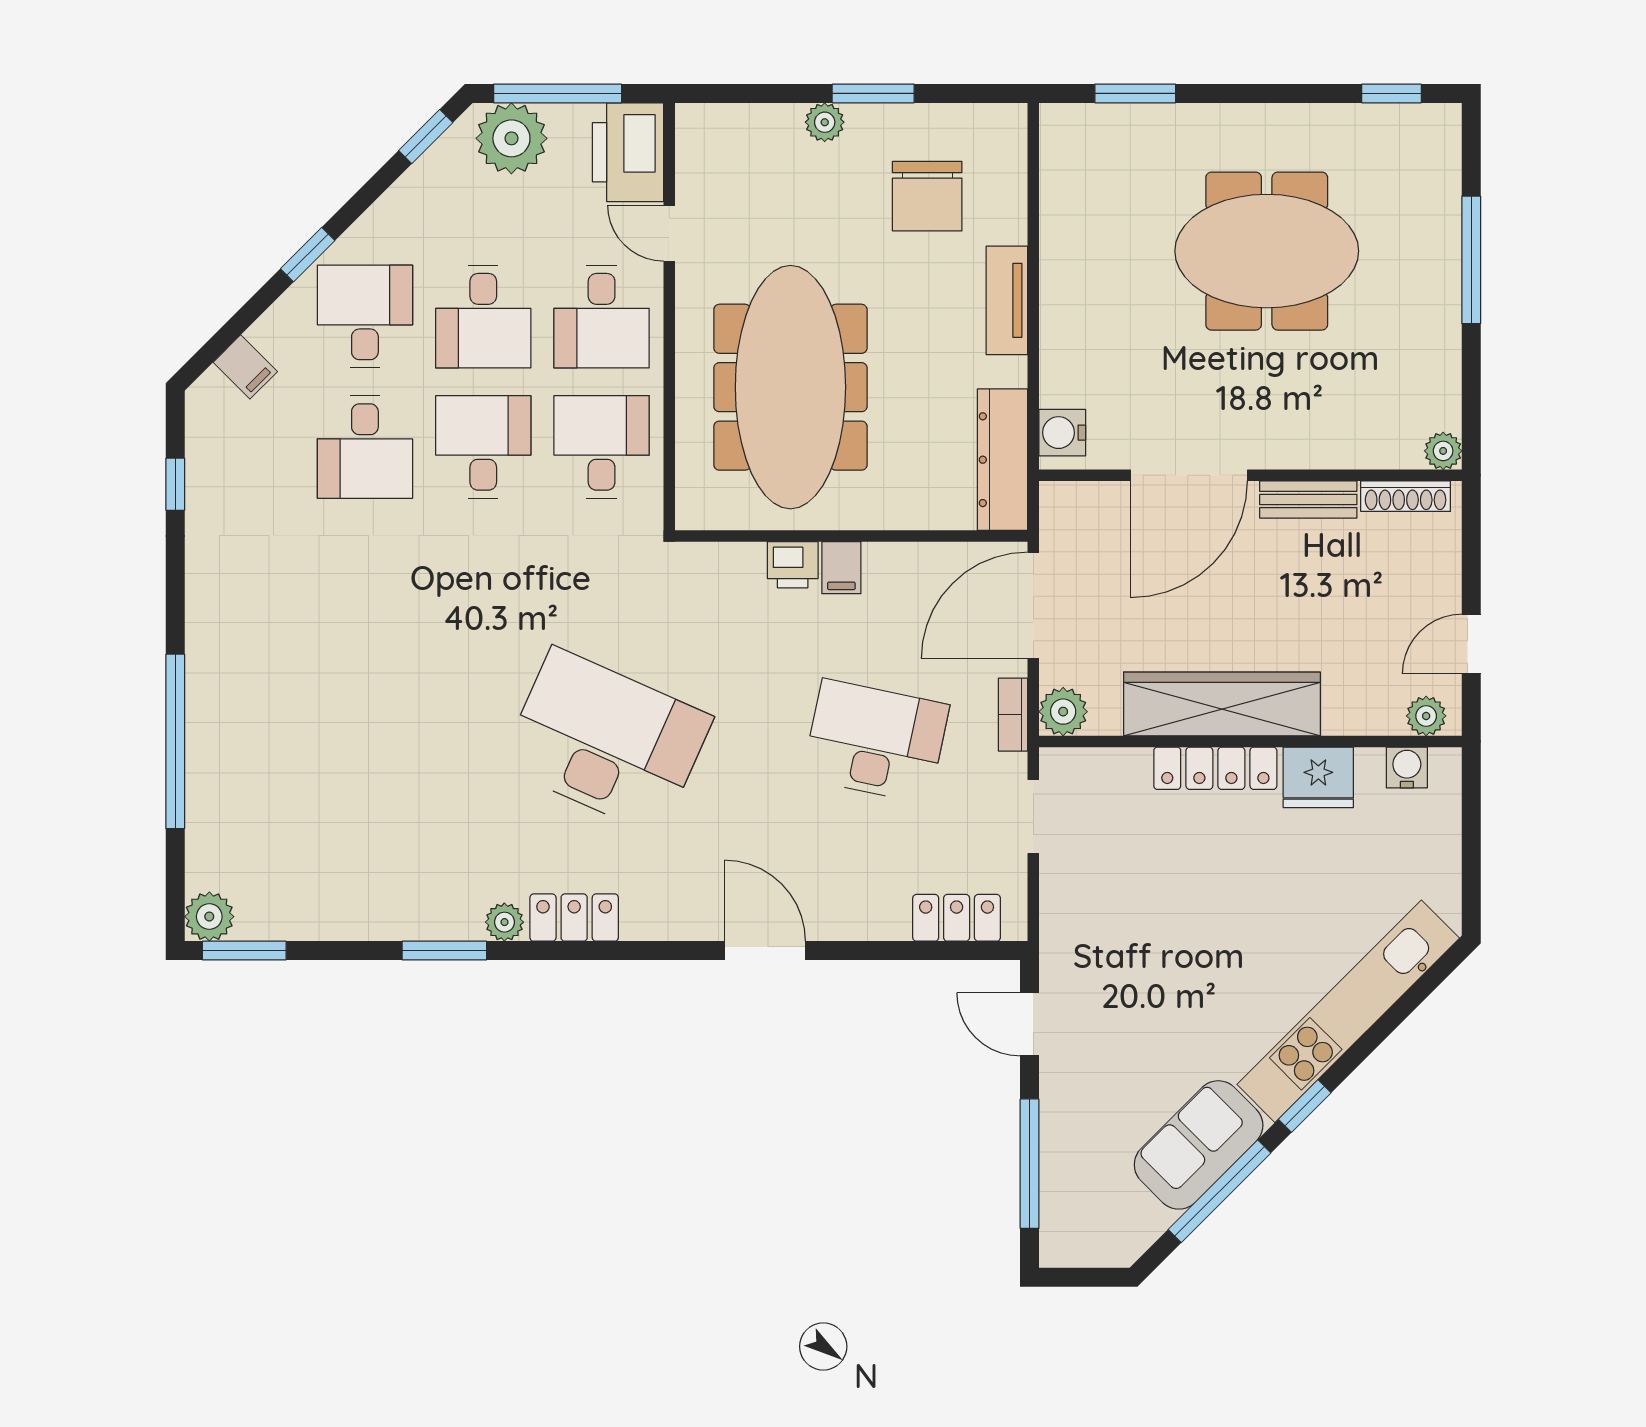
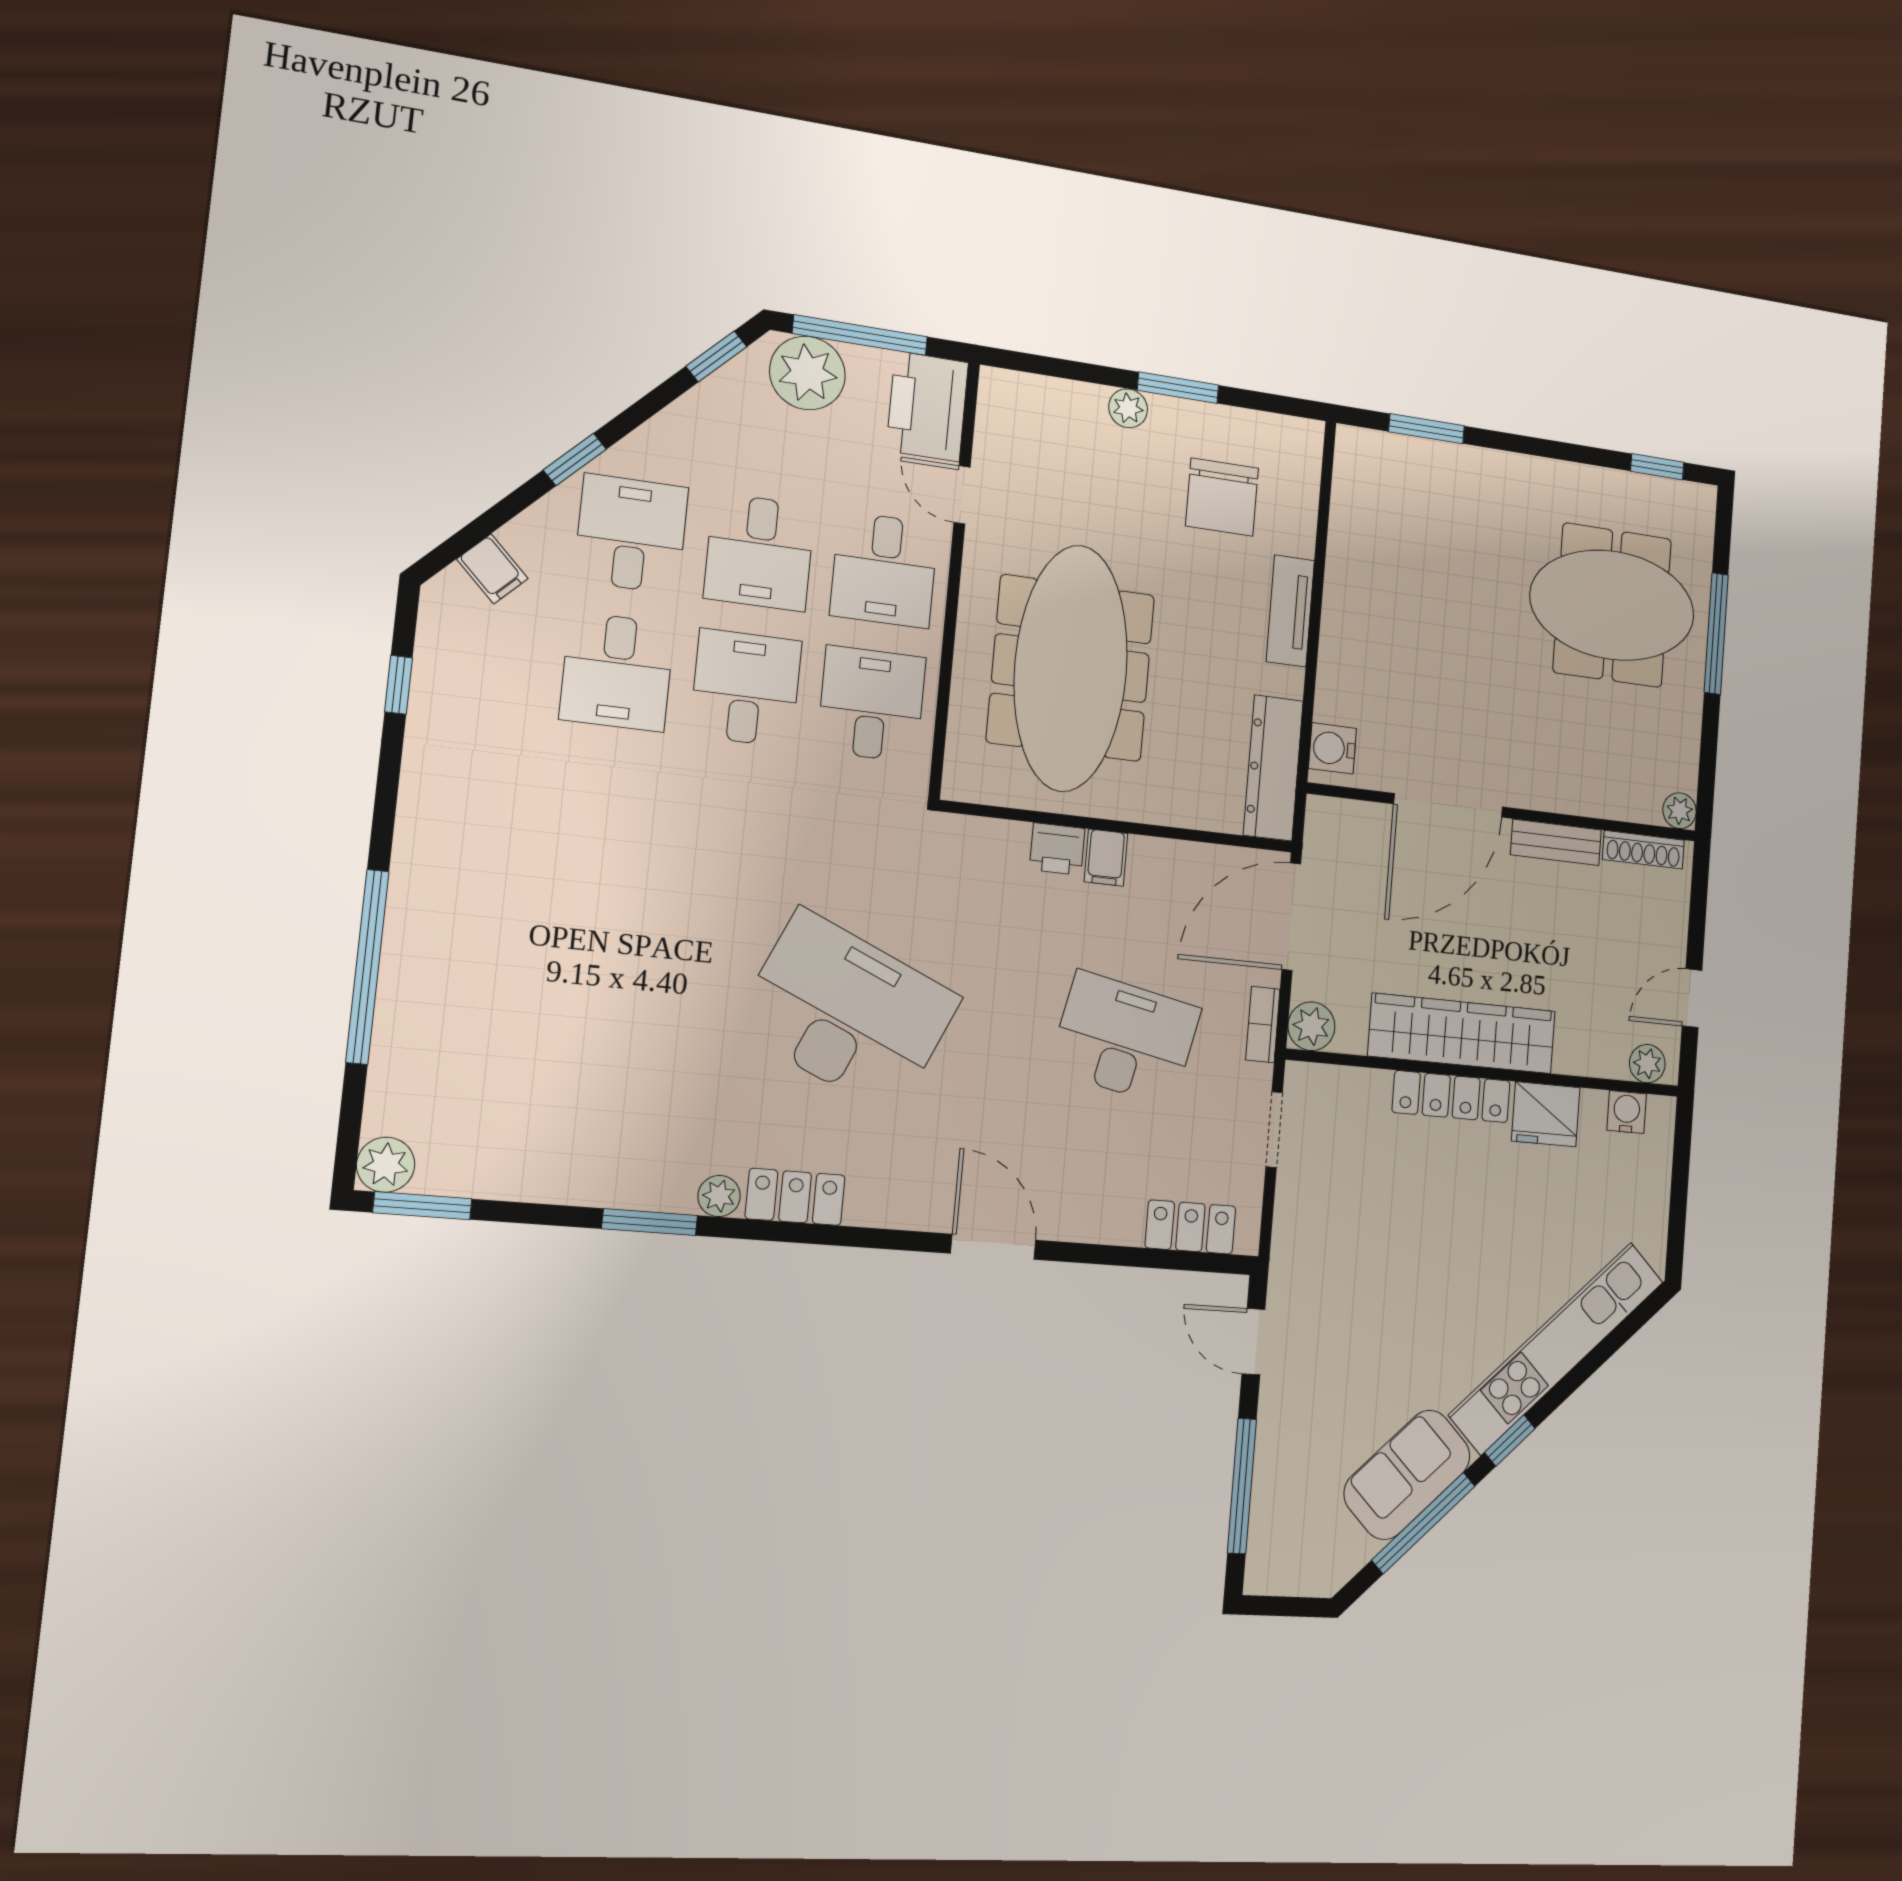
meeting table: (1267, 251) -> (1612, 605), moved

